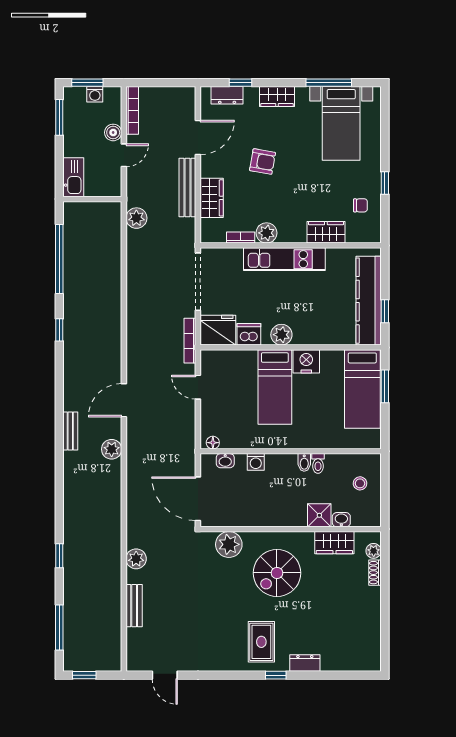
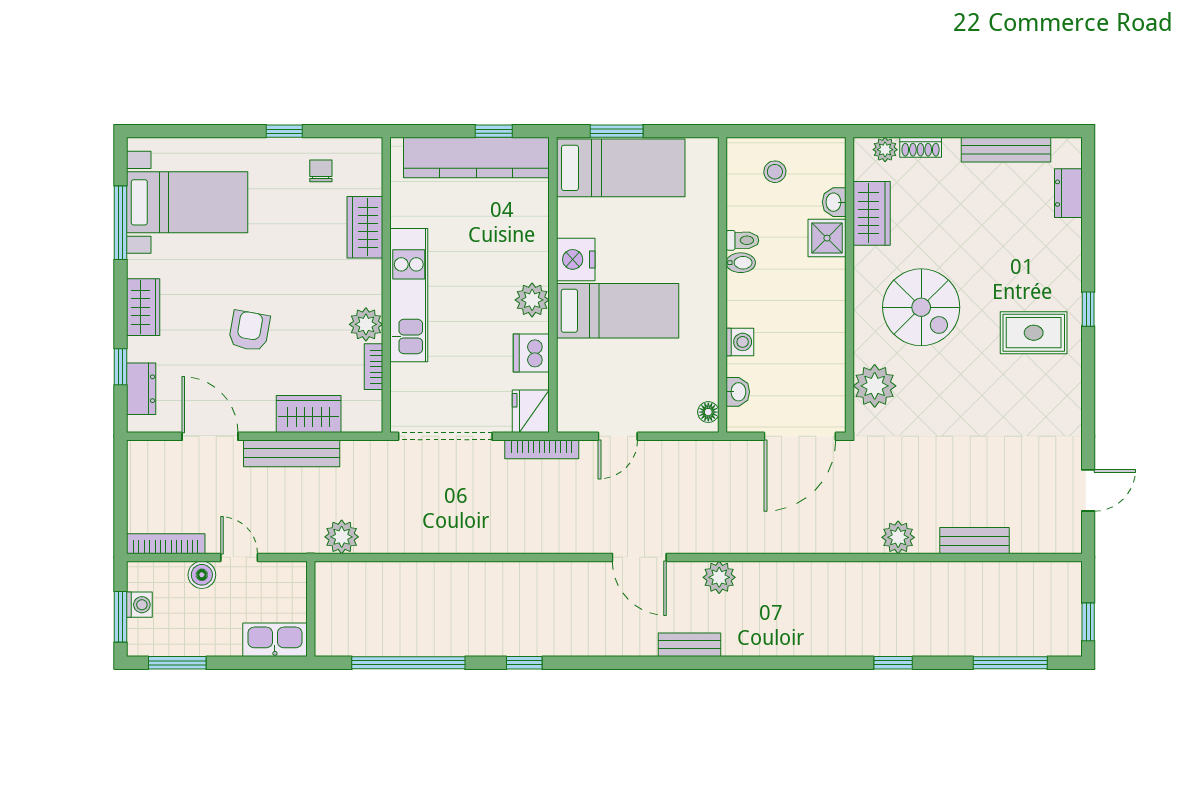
fridge: (218, 330) -> (531, 411), width x0.73, depth x0.75
bench: (373, 625) -> (1006, 150), added
dresser: (305, 663) -> (1068, 193), moved

